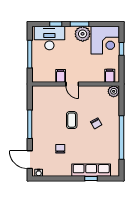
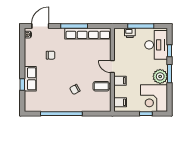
printer: (37, 66) -> (130, 33), added
filing cabinet: (61, 76) -> (120, 81), moved
door: (72, 84) -> (112, 67), hinge flipped
plant: (114, 91) -> (105, 106), removed
row of seats: (38, 110) -> (88, 34), added
coffee table: (72, 120) -> (101, 86), moved
row of seats: (91, 170) -> (30, 79), width x0.68

